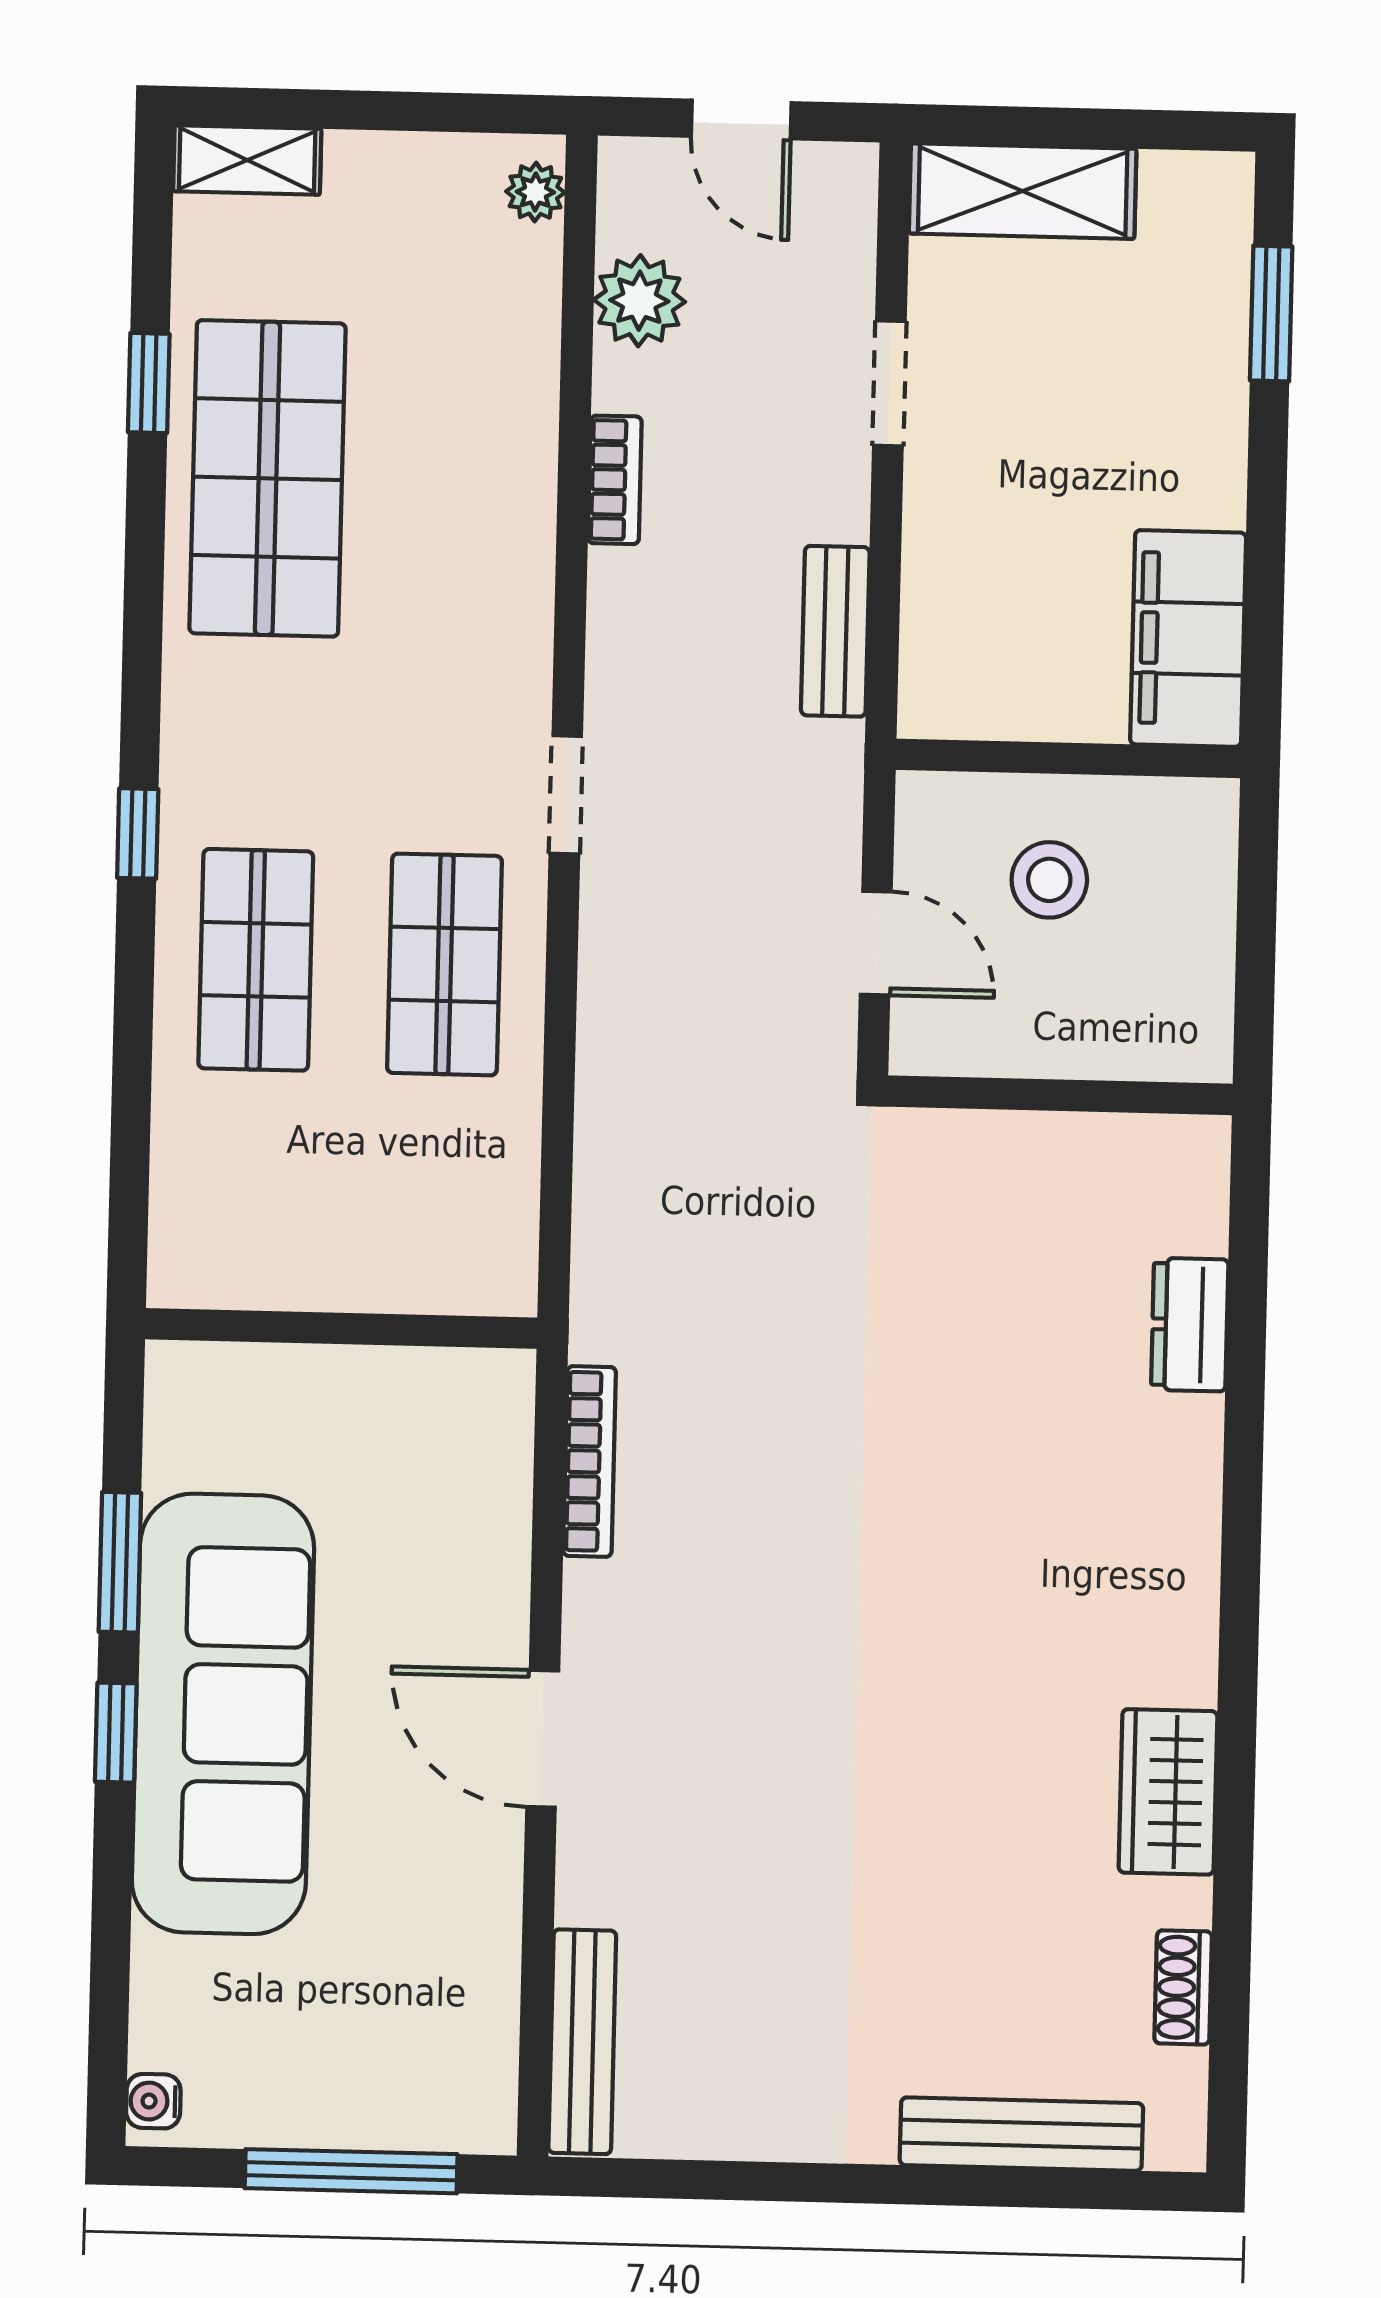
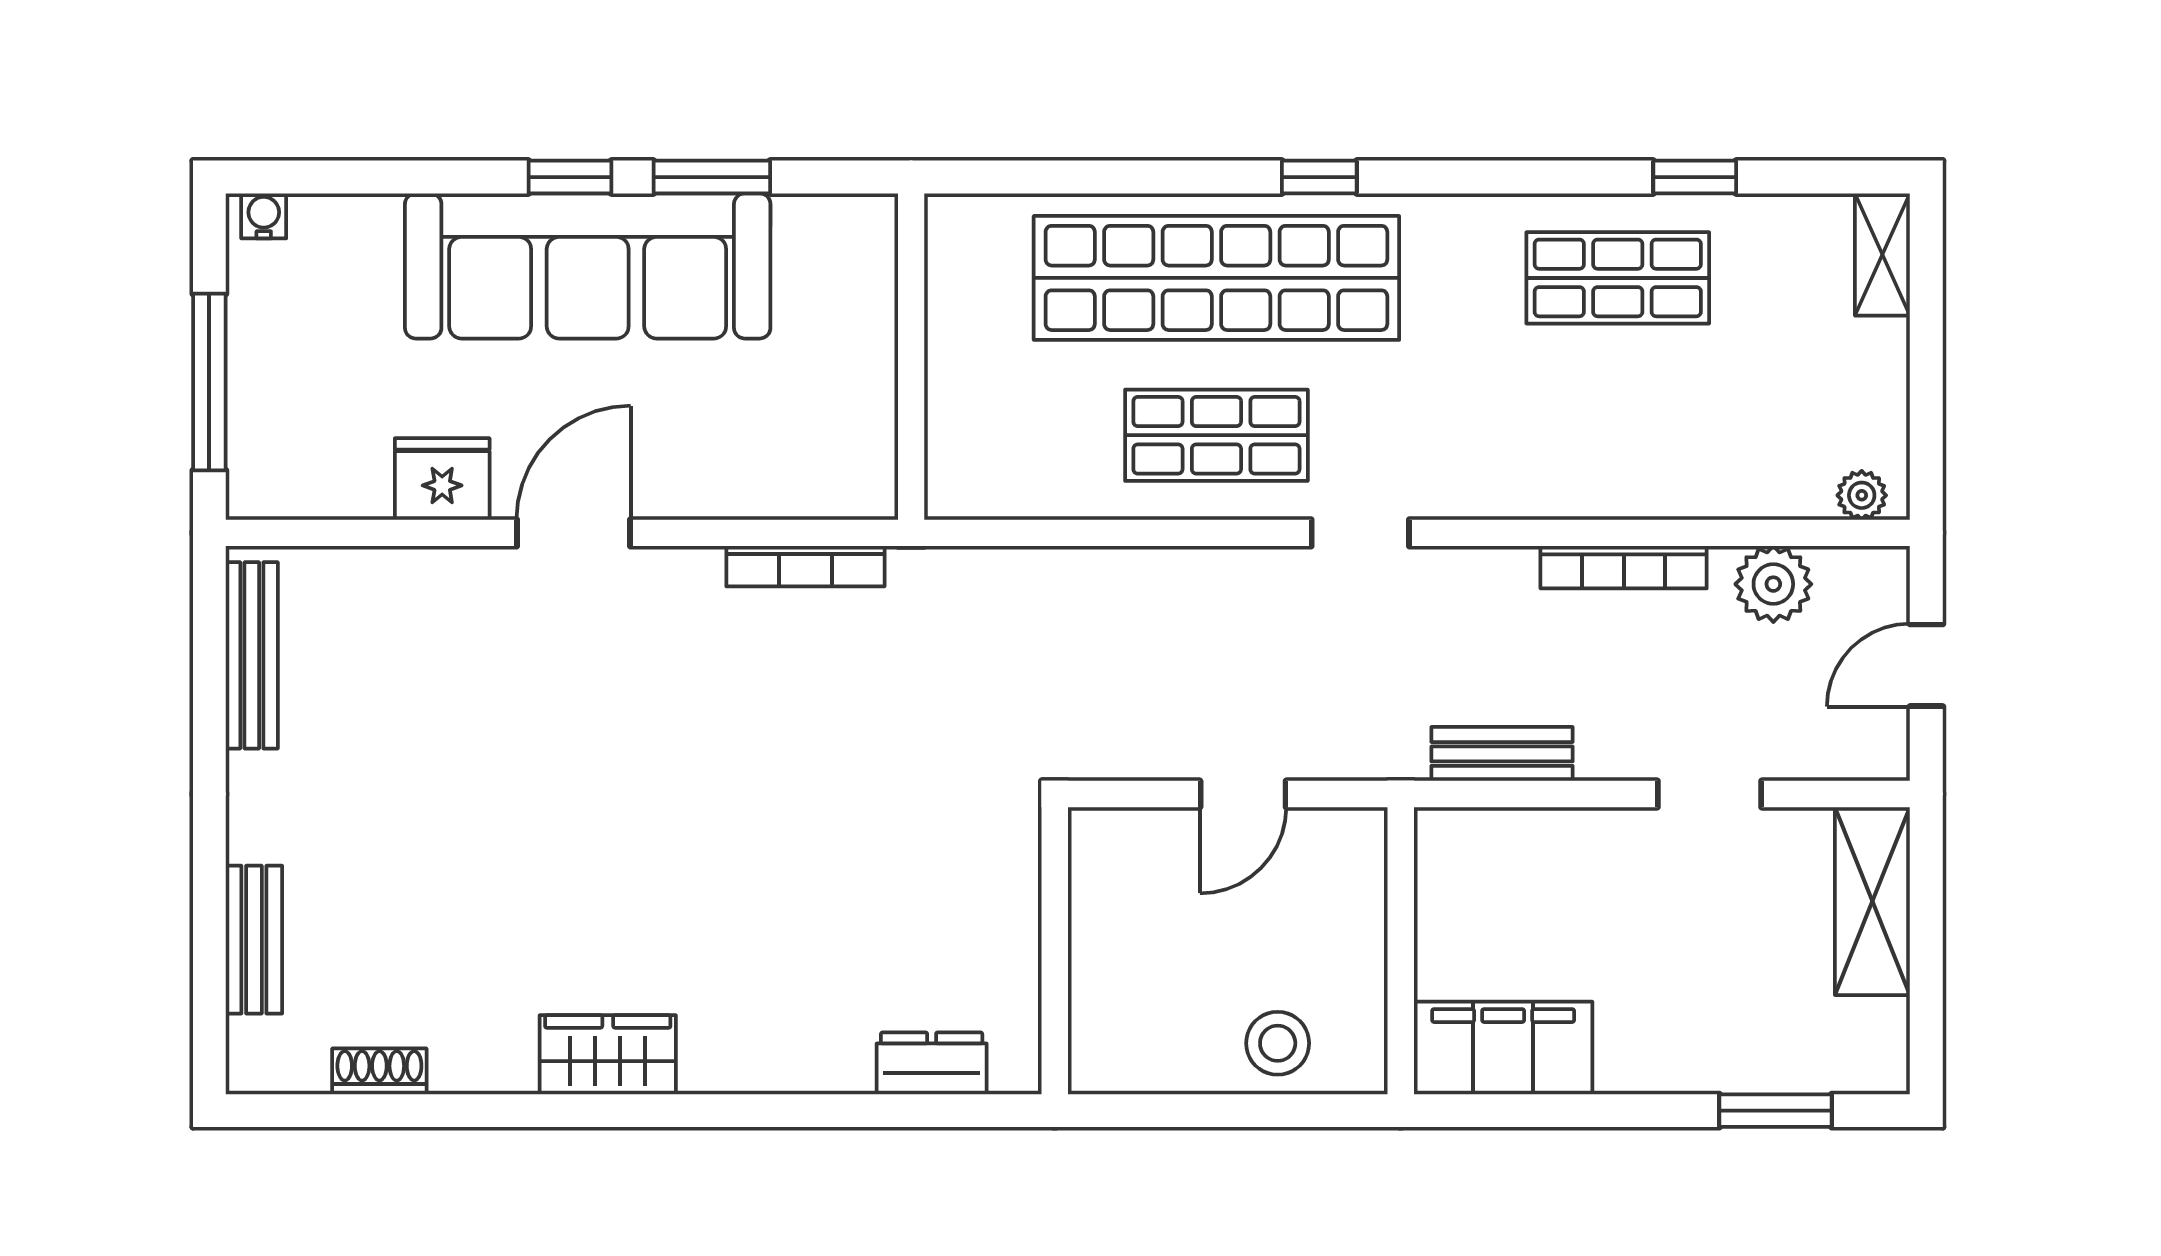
shop shelf: (267, 478) -> (1618, 278), width x0.70, depth x0.74
bookcase: (615, 480) -> (1624, 567), width x1.56
stool: (1049, 880) -> (1278, 1043), moved
shop shelf: (256, 960) -> (1216, 278), width x2.00, depth x1.36
wall: (1060, 1095) -> (1055, 951), moved
wardrobe: (1168, 1792) -> (608, 1055), moved
fridge: (474, 1895) -> (442, 479), added
bench: (582, 2042) -> (252, 655), moved, turned 90
bench: (1021, 2134) -> (254, 940), width x0.73

